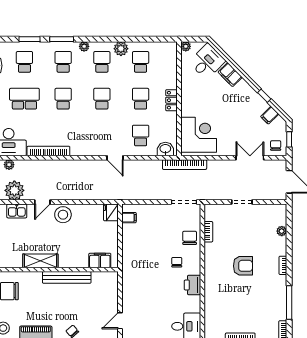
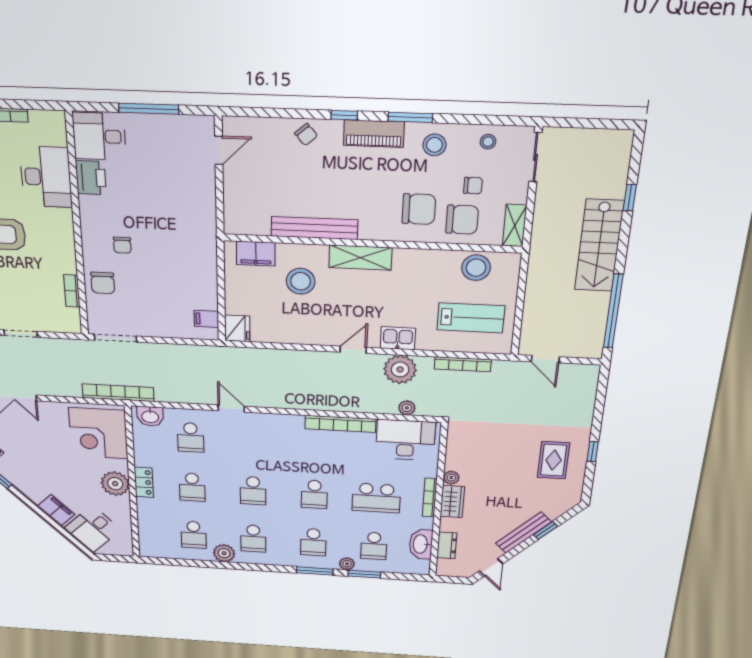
plant: (84, 46) -> (347, 564), moved
plant: (186, 46) -> (115, 484), moved, width x1.88, depth x1.88
stool: (63, 215) -> (301, 281), moved
printer: (192, 285) -> (91, 178), moved
desk: (218, 302) -> (46, 177), added

